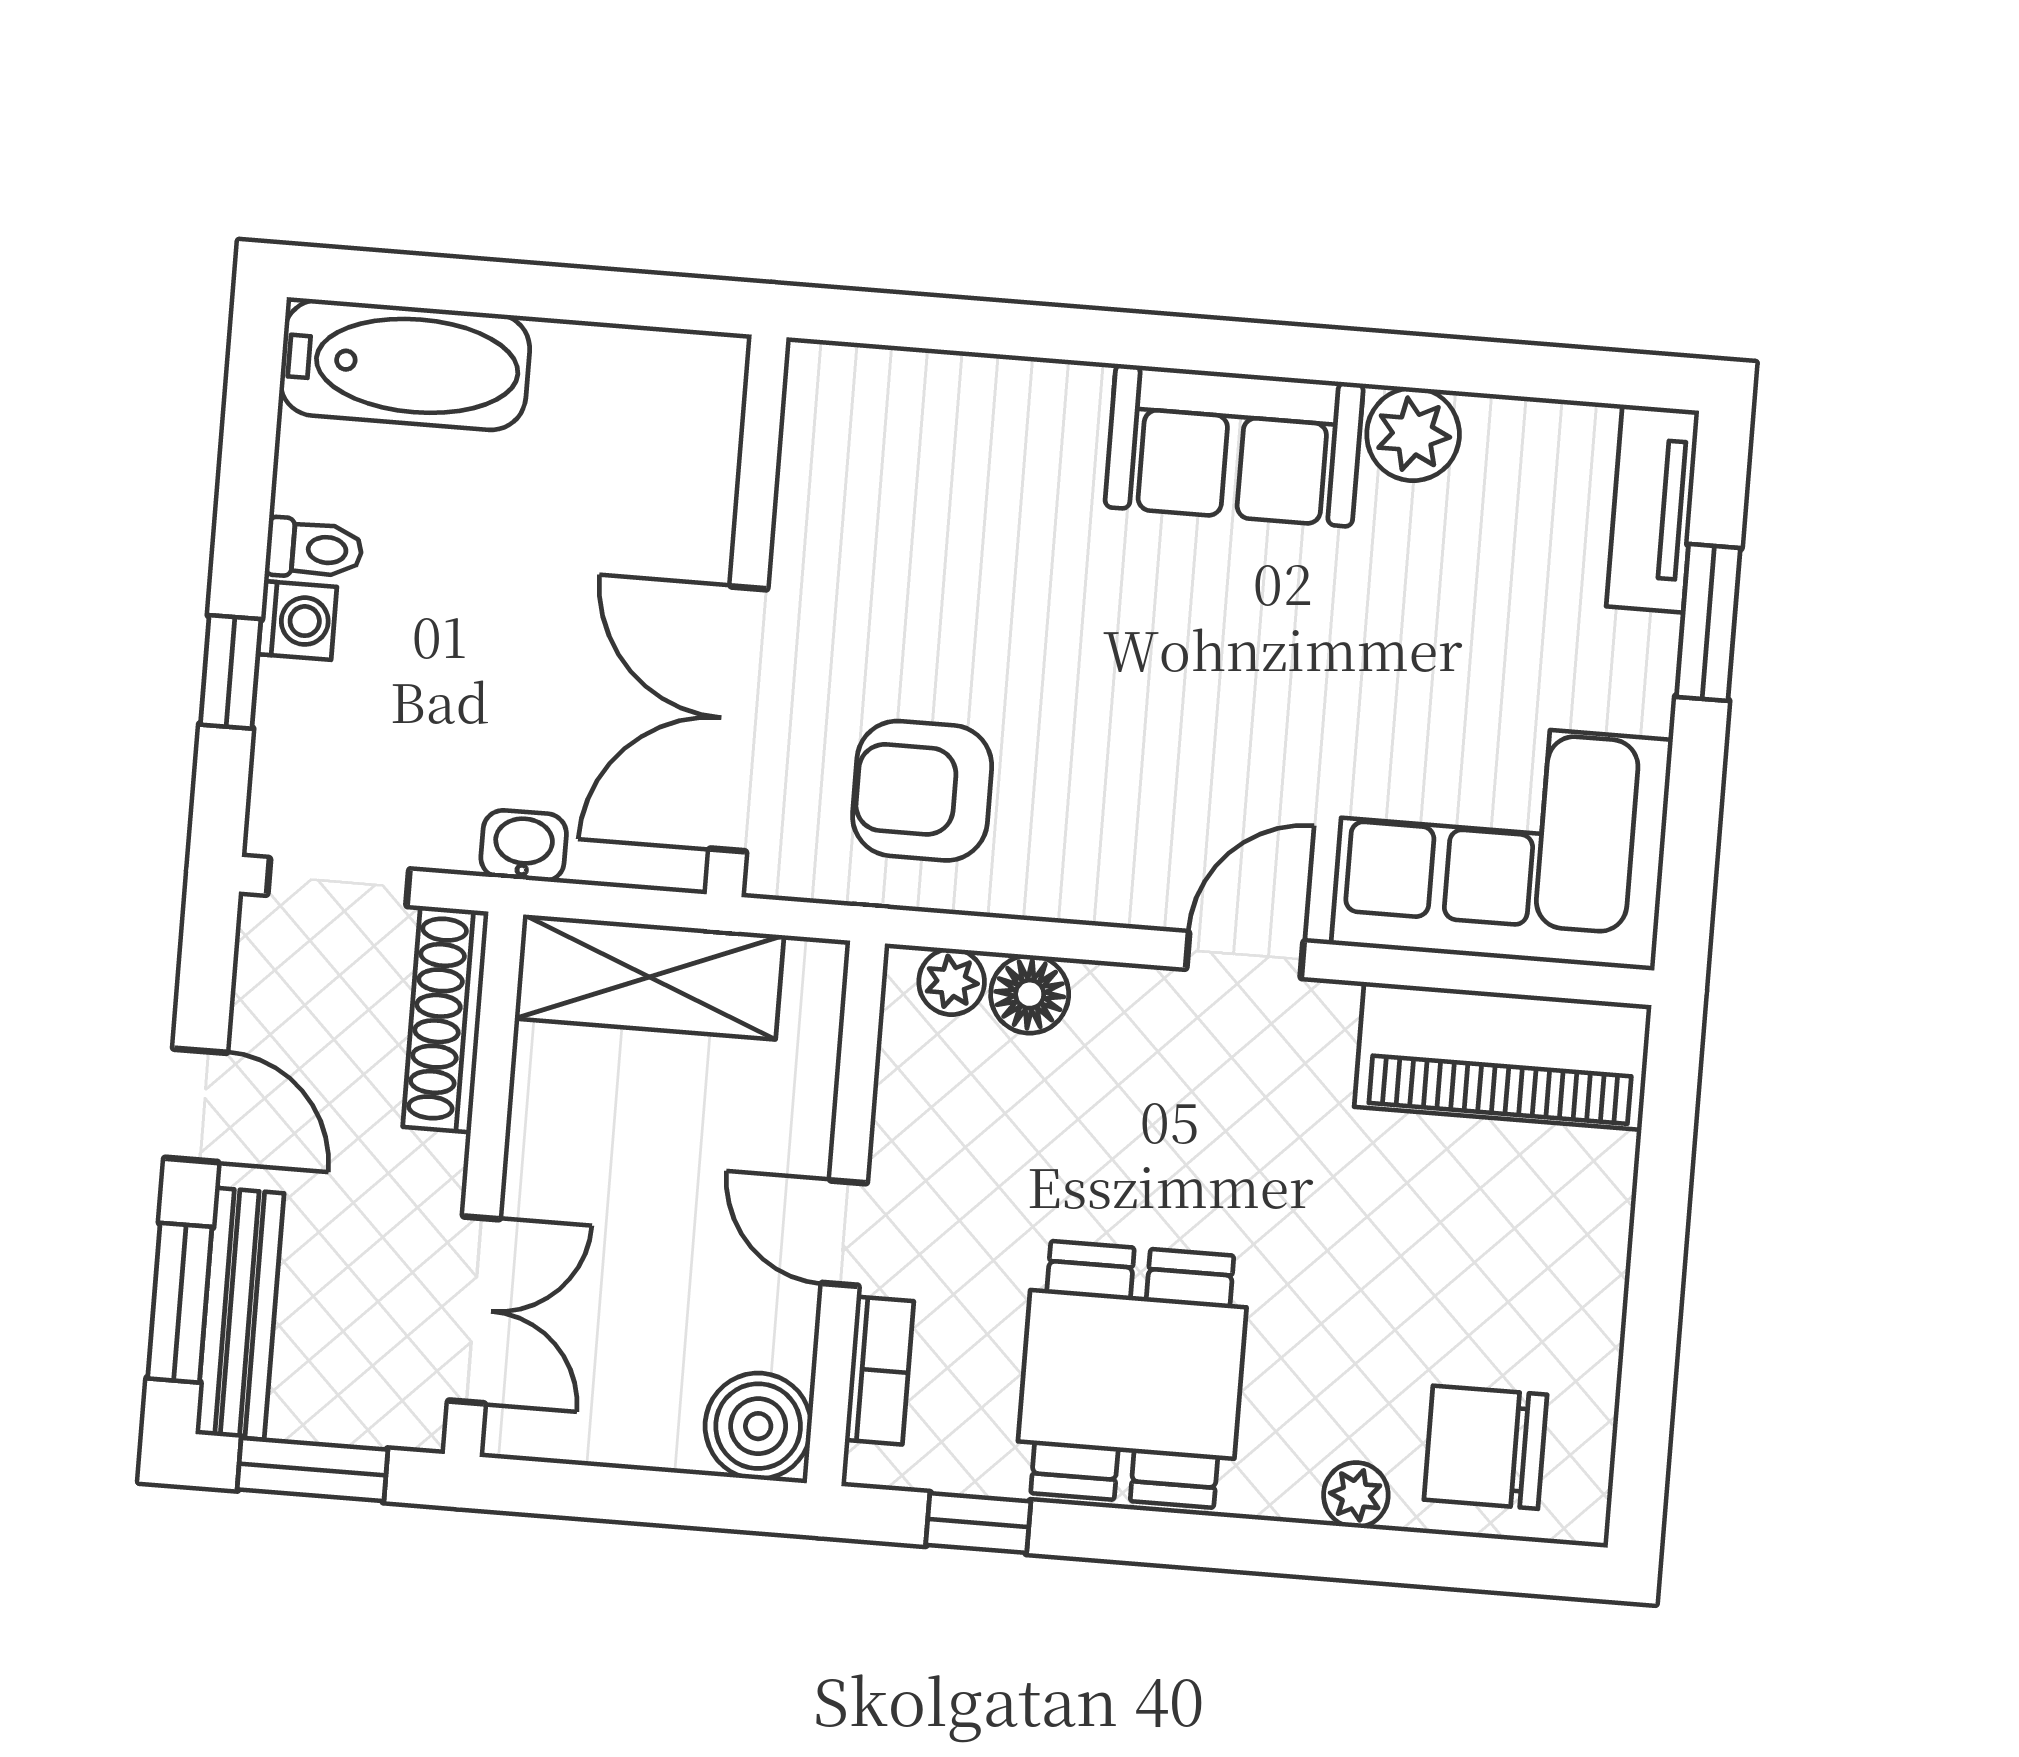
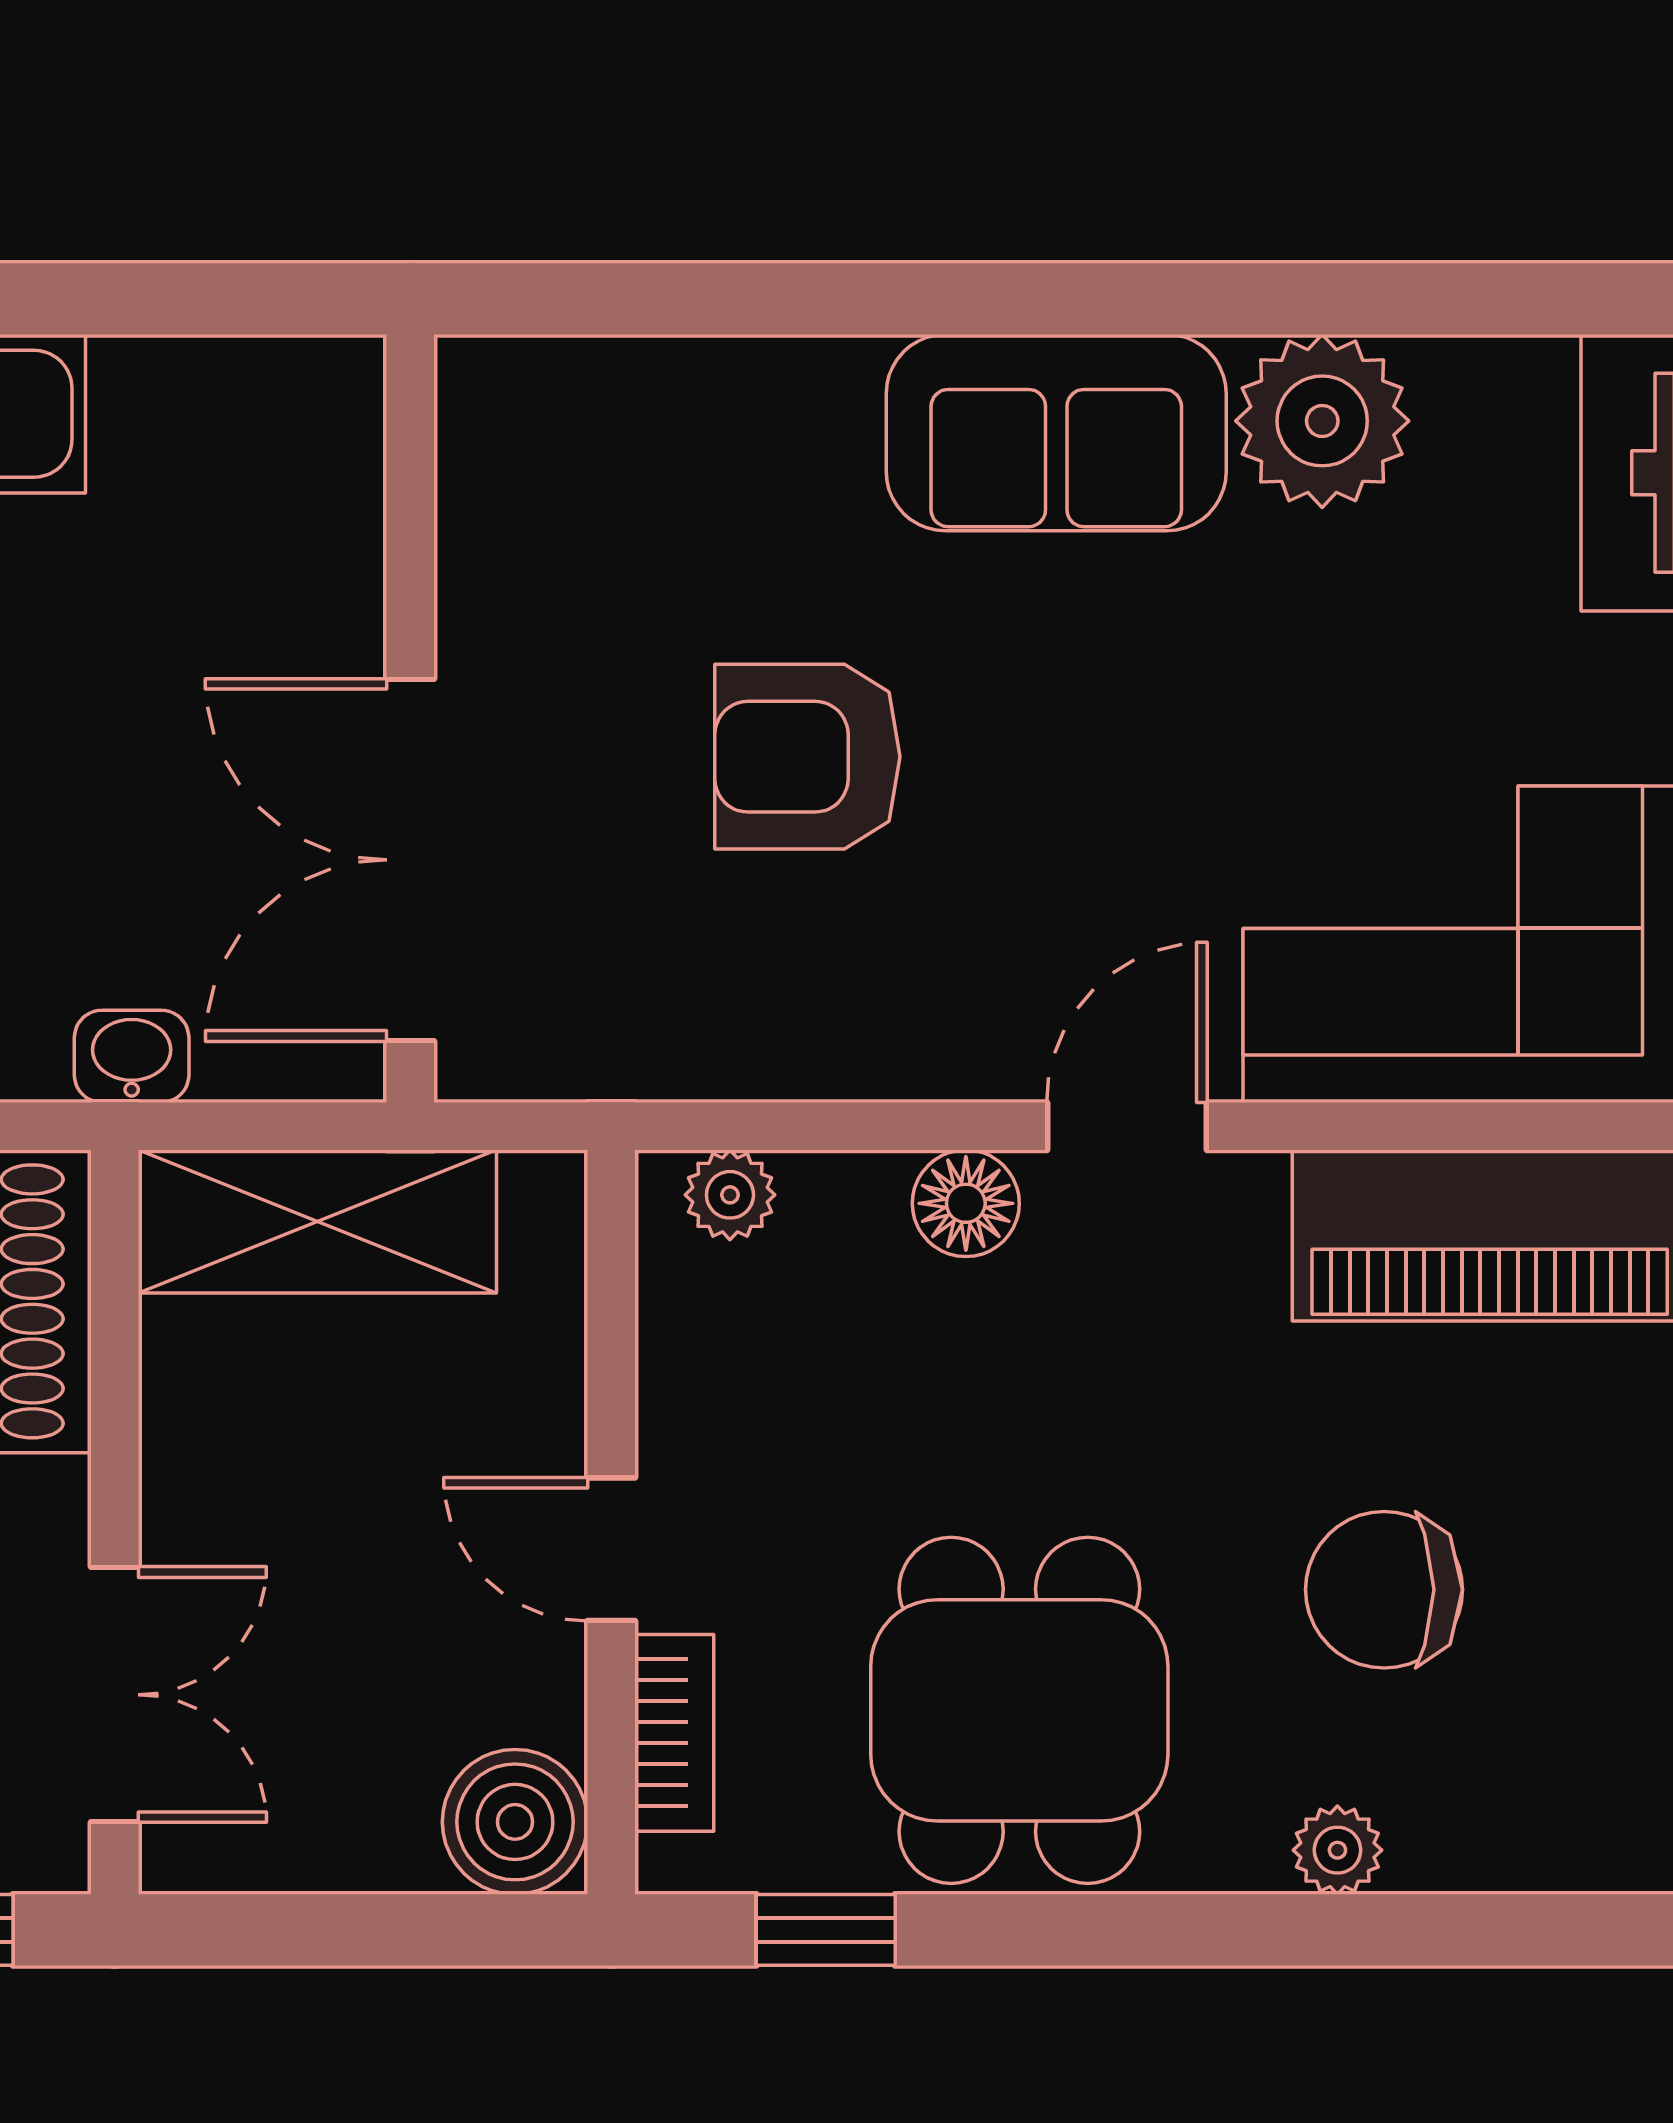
plant: (1413, 434) -> (1322, 421), width x1.36, depth x1.36
armchair: (922, 791) -> (807, 757), moved
floor lamp: (1030, 994) -> (966, 1203), moved
chair: (1485, 1447) -> (1384, 1590), moved

